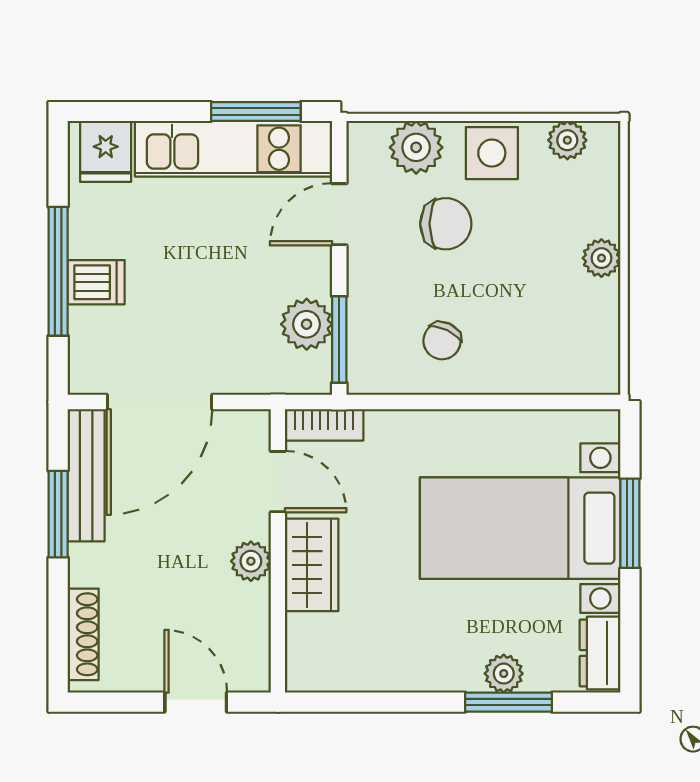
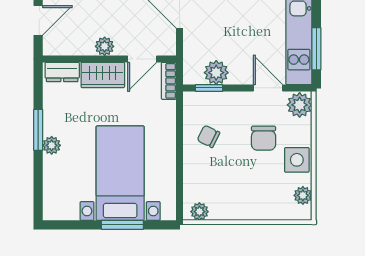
plant: (416, 147) -> (300, 105), moved
plant: (601, 258) -> (199, 212), moved
window: (339, 339) -> (209, 88), width x0.67
dresser: (600, 653) -> (62, 72), moved, turned 180
plant: (504, 674) -> (52, 145), moved
window: (508, 702) -> (38, 130), moved

